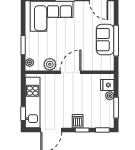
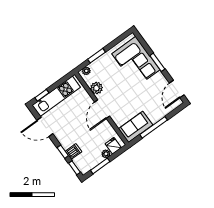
sofa: (105, 40) -> (136, 127), moved
door: (71, 72) -> (102, 109), swing flipped
dishwasher: (78, 121) -> (74, 151), moved

